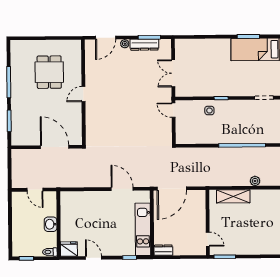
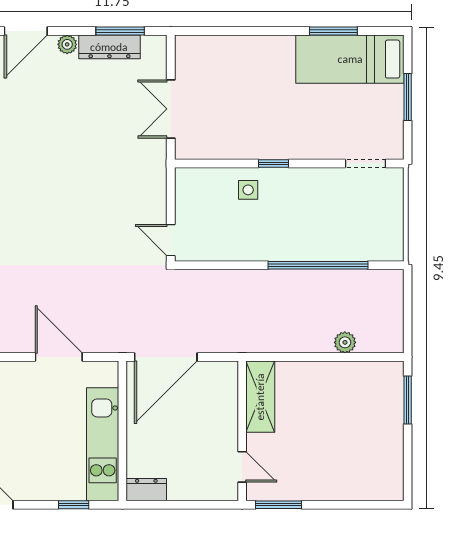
door: (174, 110) -> (171, 240), moved
shelving: (233, 196) -> (260, 397), moved, turned 90

